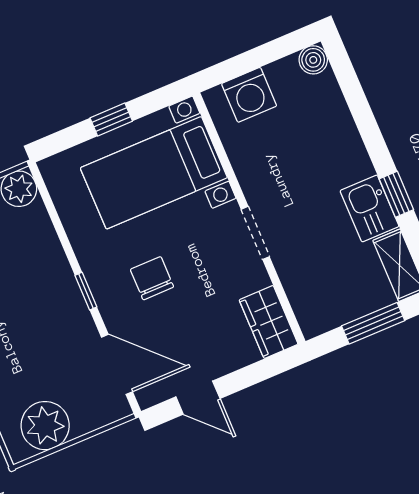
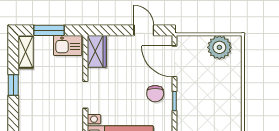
kitchen sink: (369, 208) -> (68, 46), moved, turned 90
chair: (152, 278) -> (155, 94), moved

